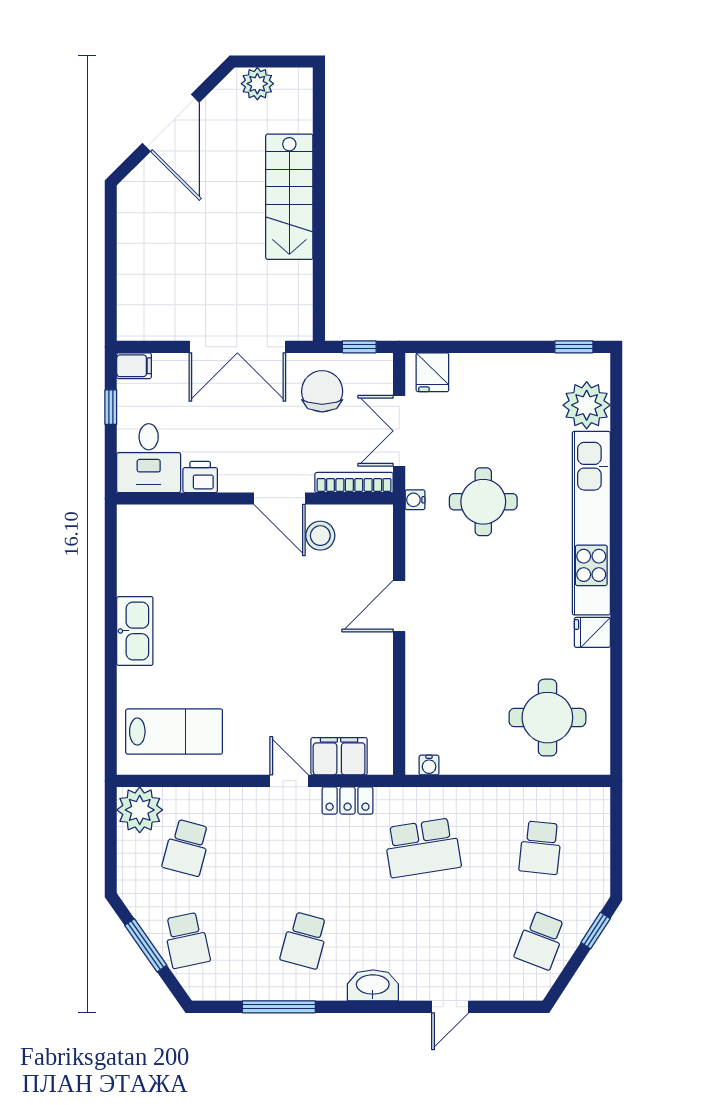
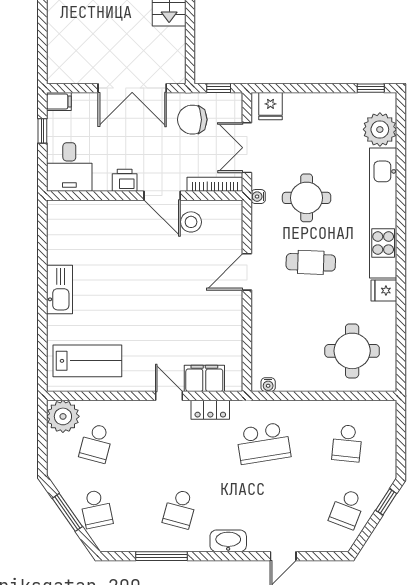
chair: (322, 391) -> (192, 120), turned -90
printer: (200, 477) -> (125, 180), moved
cafe table: (489, 593) -> (311, 262), added

